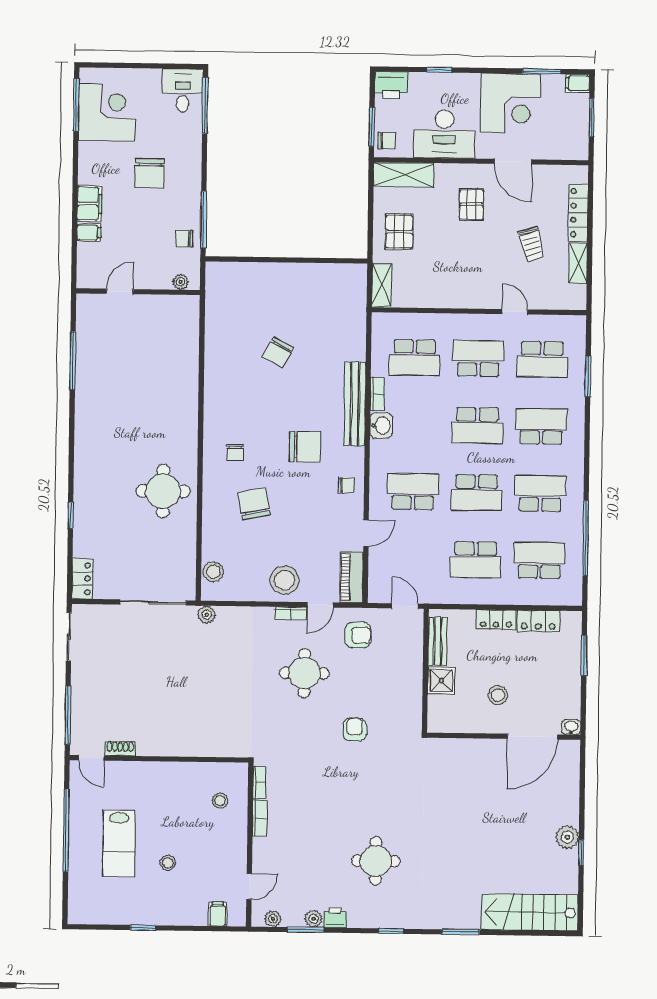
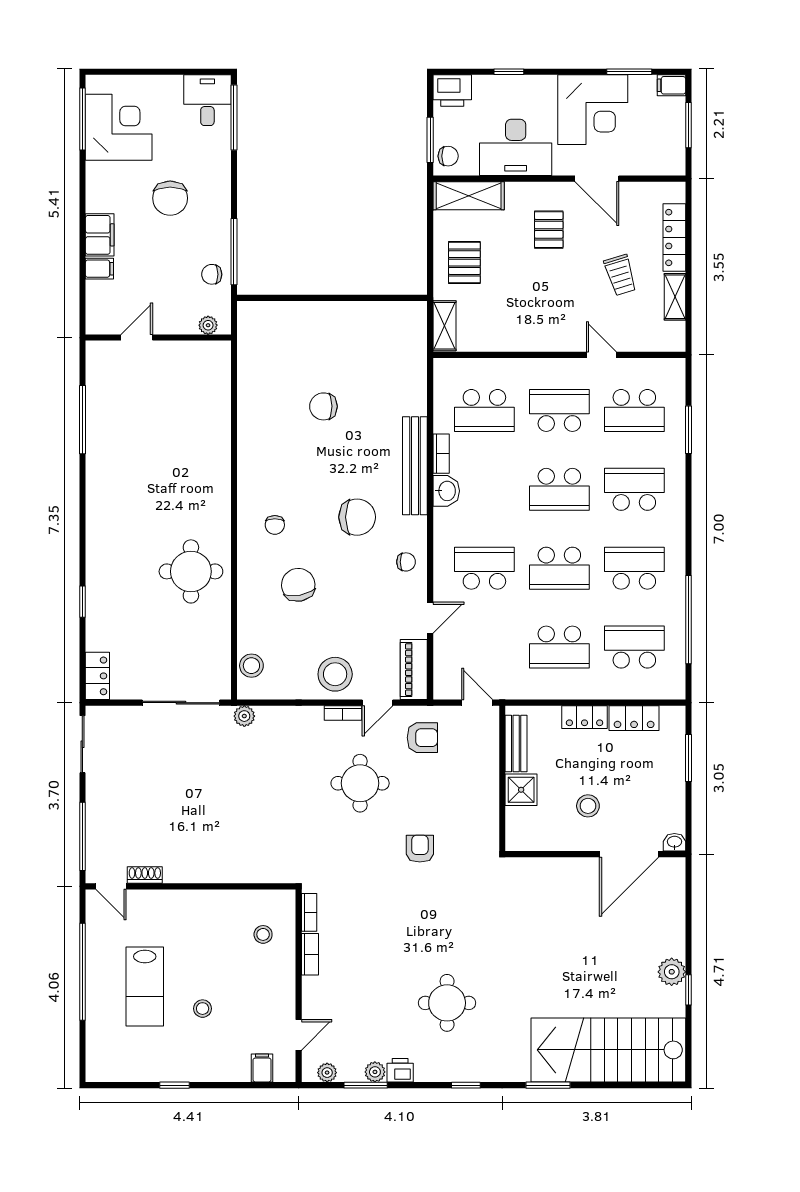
chair: (278, 352) -> (323, 406), turned 61
stairs: (530, 912) -> (608, 1050), width x1.36, depth x1.51

